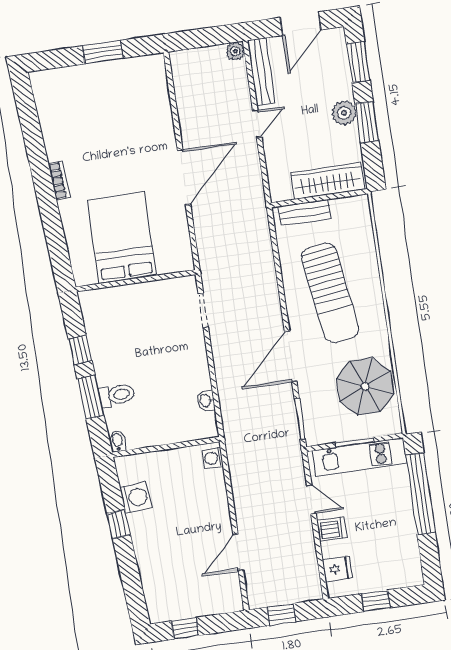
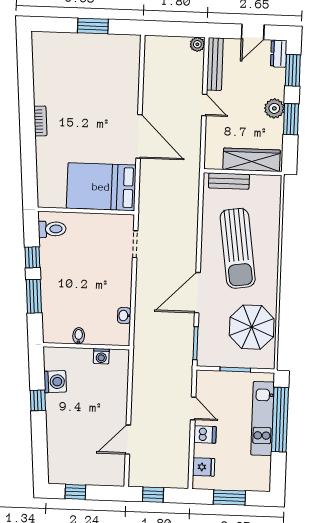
door: (301, 24) -> (253, 32), width x0.73
dresser: (337, 44) -> (279, 54), added
door: (257, 124) -> (204, 105), hinge flipped
door: (184, 177) -> (139, 136), hinge flipped
bed: (122, 238) -> (101, 187), moved, turned -90
toilet: (117, 395) -> (52, 229), moved
bidet: (118, 441) -> (79, 336), moved
kitchen unit: (360, 457) -> (263, 419), moved, turned 90
washing machine: (213, 458) -> (101, 356), moved, turned -90
window: (376, 601) -> (229, 498), width x1.50

